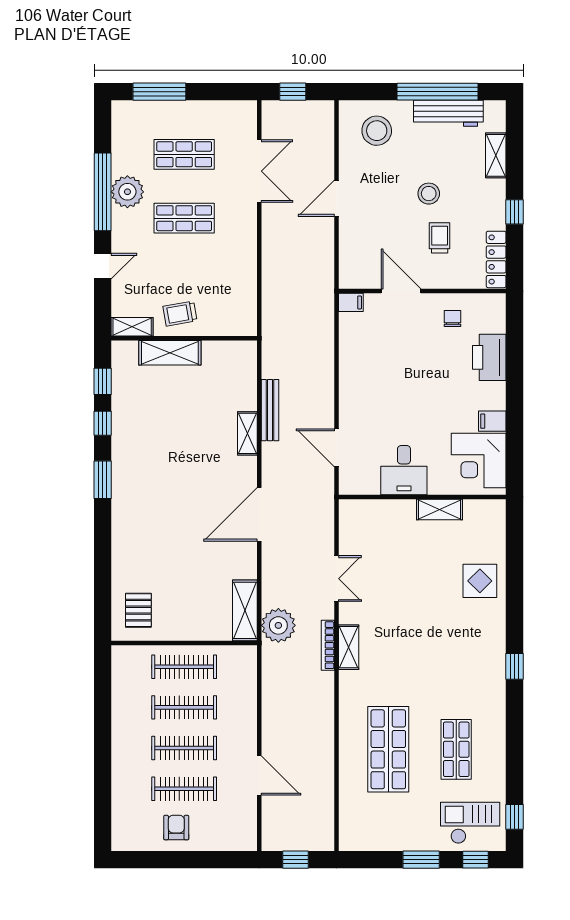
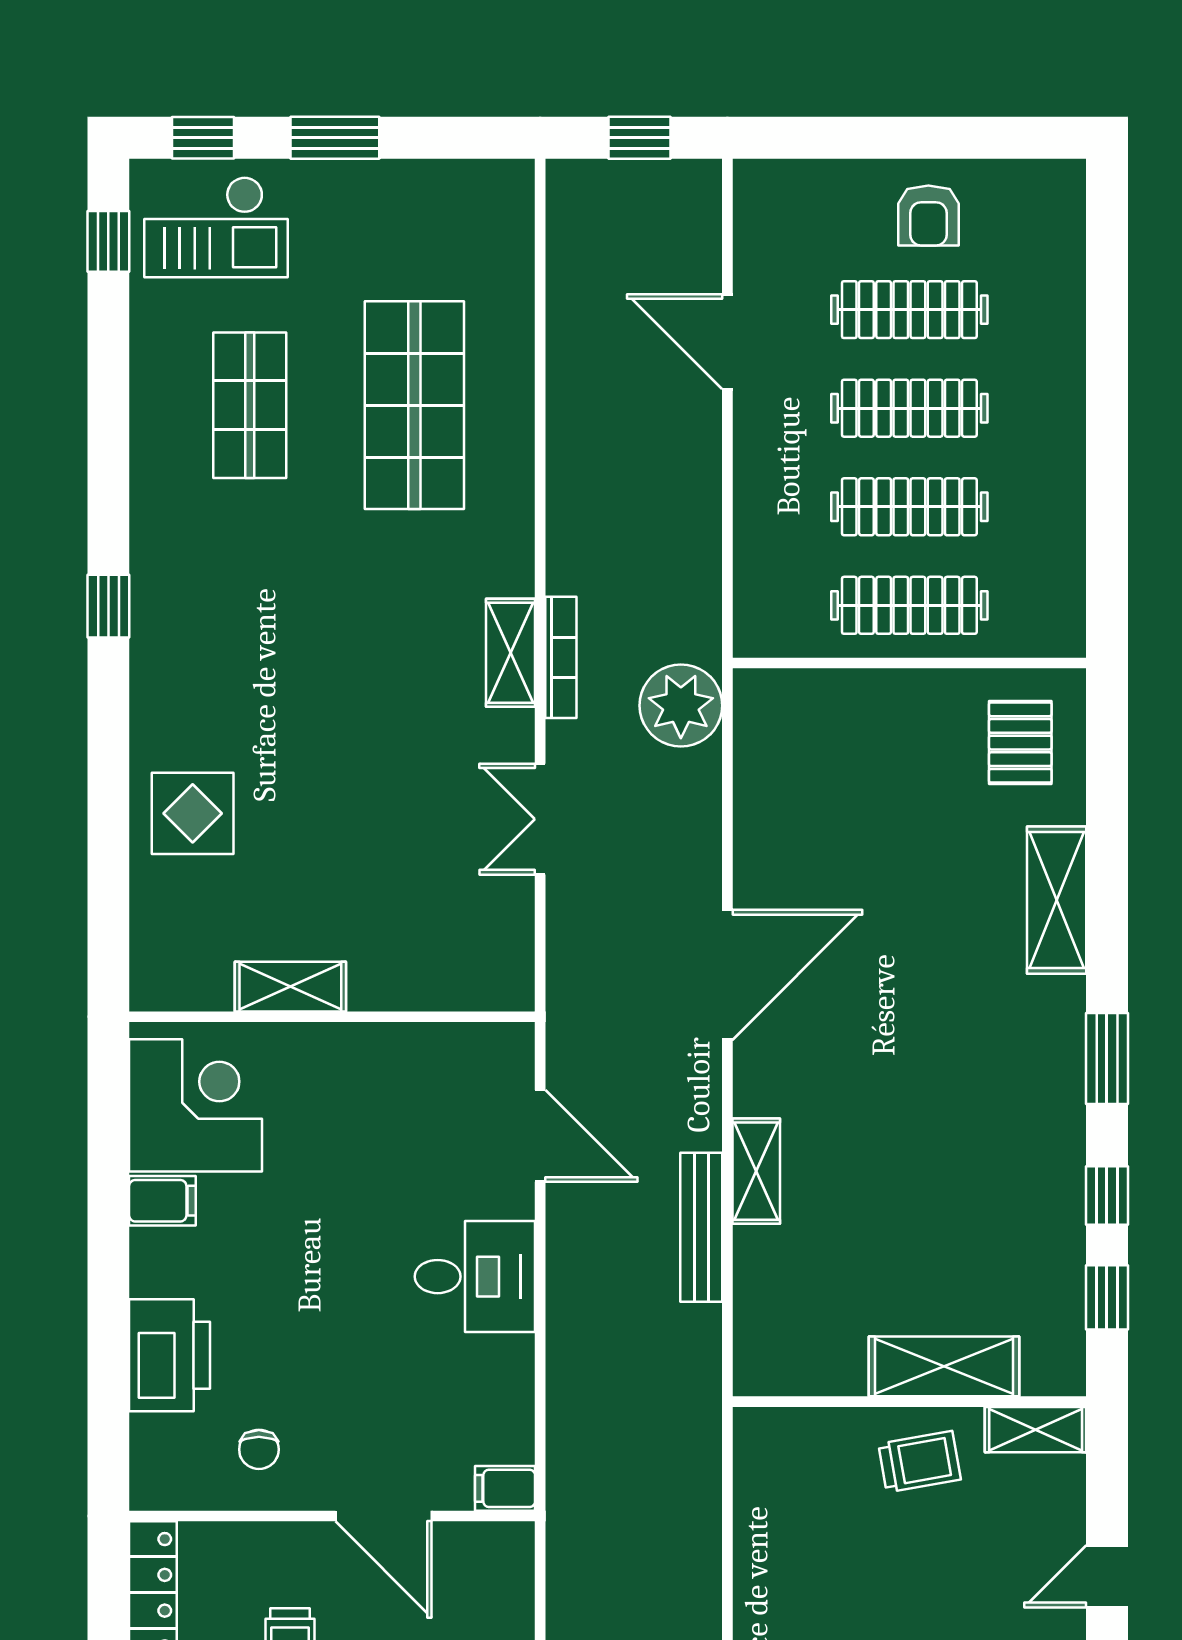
desk: (404, 470) -> (475, 1277), moved, turned 90
shelving: (245, 610) -> (1057, 900), moved

